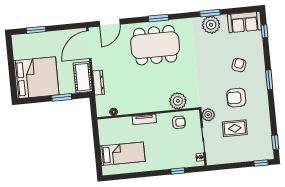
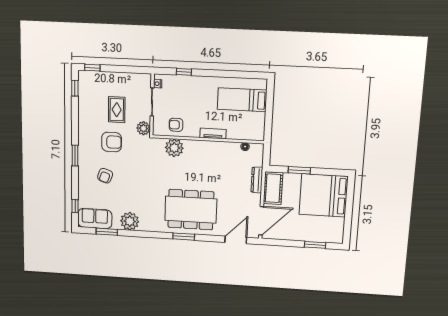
window: (210, 13) -> (107, 232), moved
rug: (235, 128) -> (117, 110), turned 90

